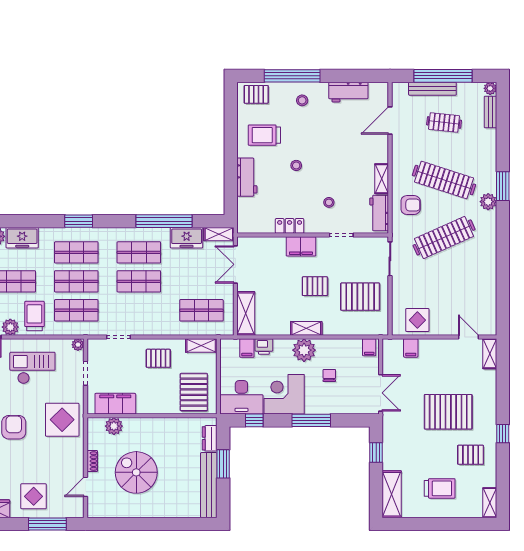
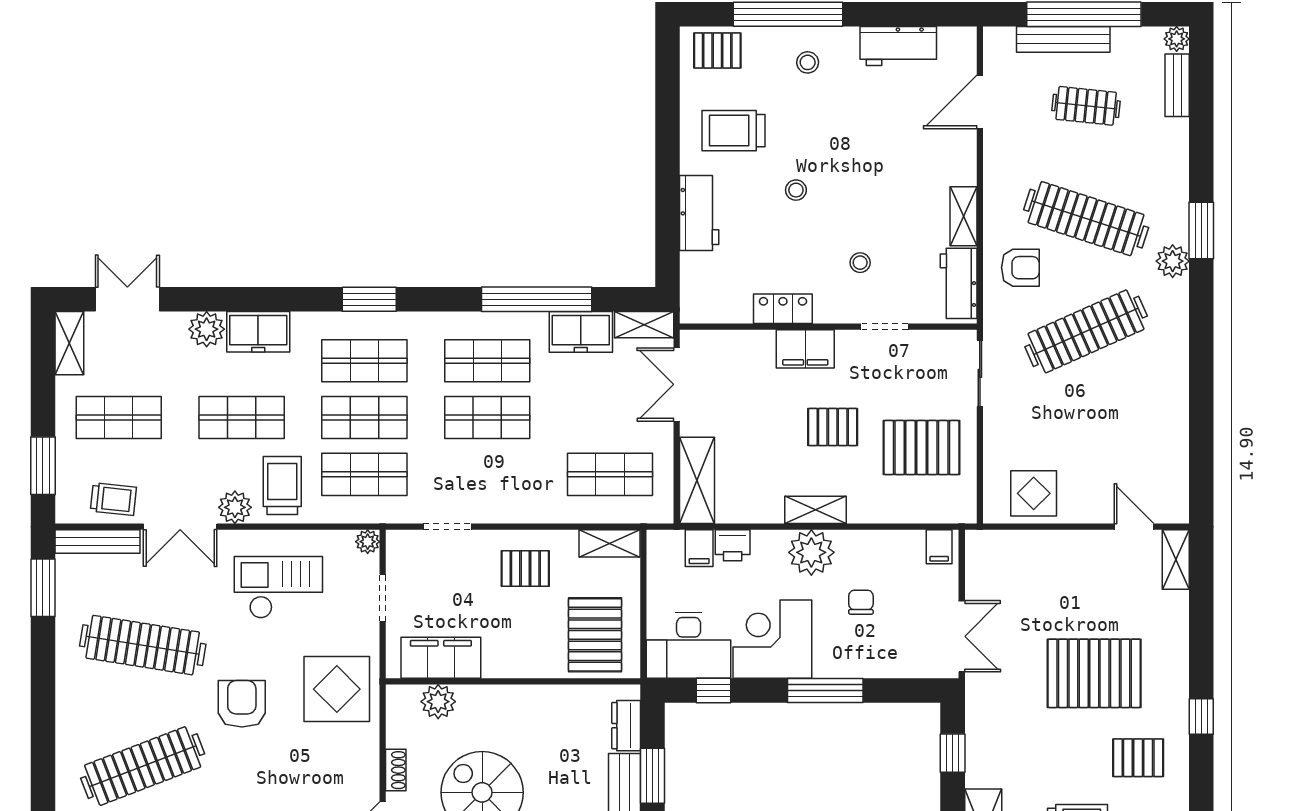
filing cabinet: (411, 348) -> (1021, 548), removed

